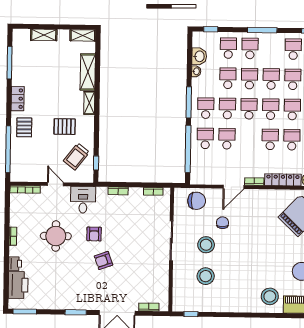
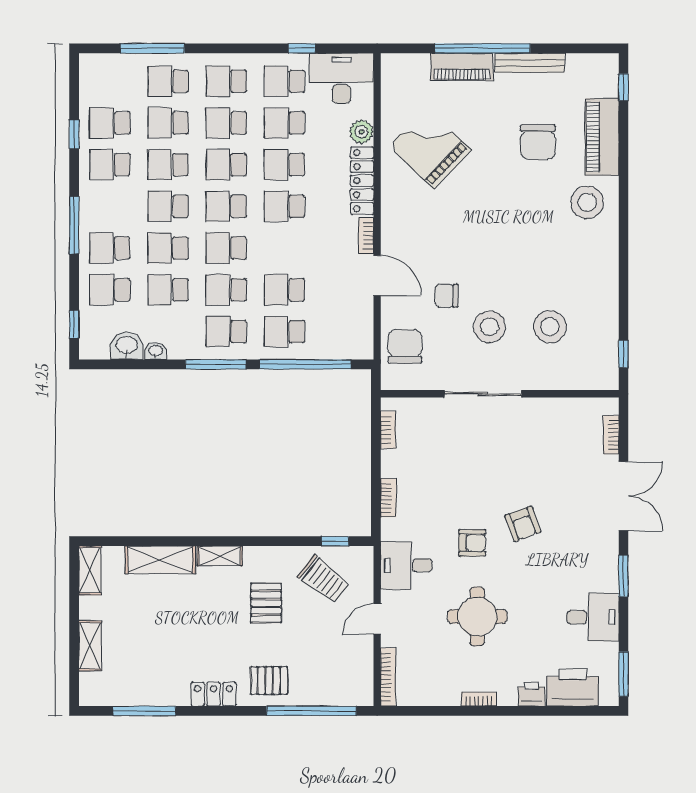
desk: (54, 296) -> (593, 617), added

